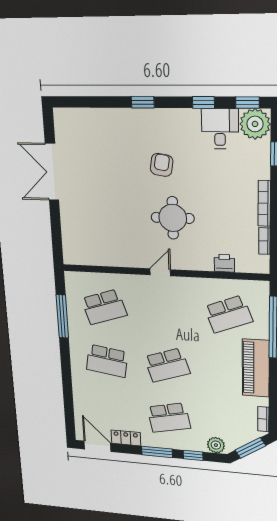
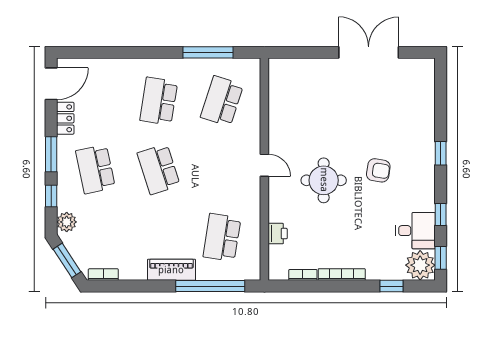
school desk: (104, 307) -> (222, 101), turned 36
school desk: (228, 314) -> (222, 237), turned 30
piano: (256, 368) -> (171, 270), width x0.73, depth x0.75

